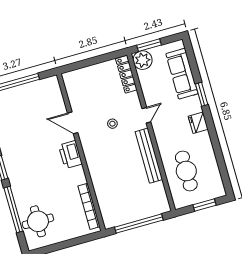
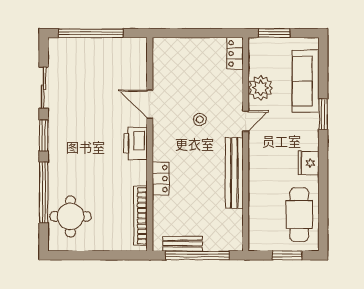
plant: (143, 60) -> (261, 88), moved
locker: (126, 74) -> (235, 53), width x0.66
fridge: (198, 123) -> (309, 163), moved
cafe table: (186, 171) -> (299, 215), moved
locker: (96, 175) -> (161, 179), added
bench: (125, 218) -> (182, 244), added

